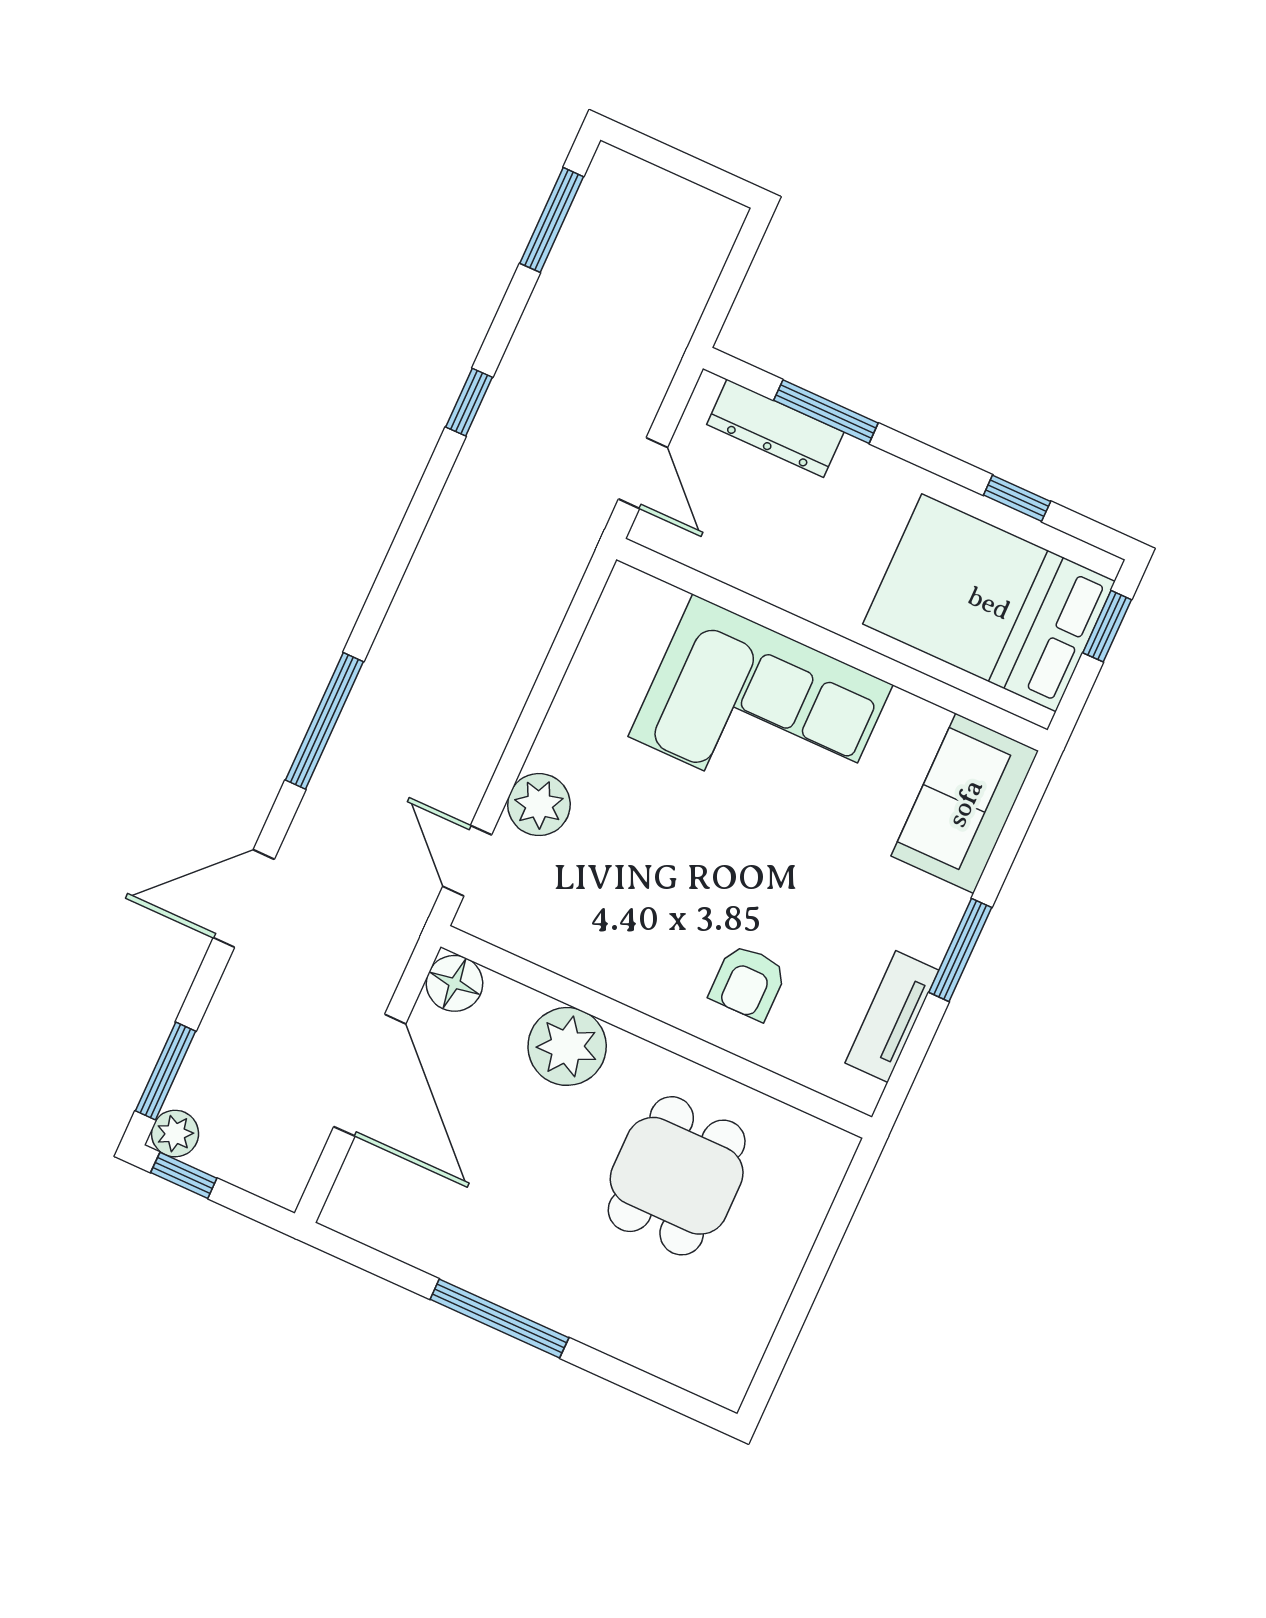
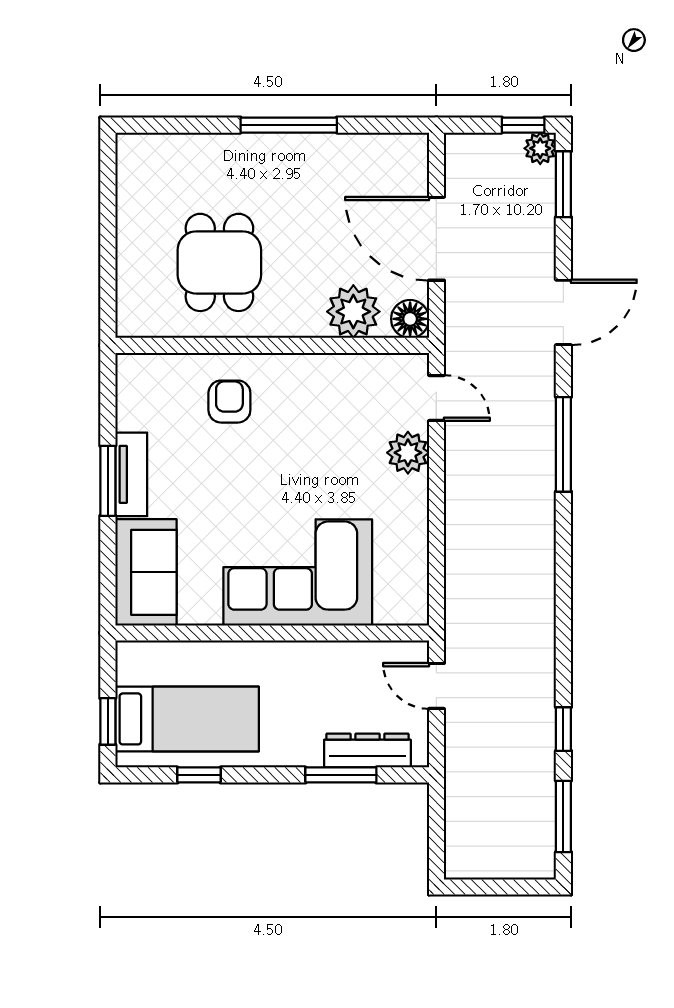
window: (469, 402) -> (563, 729), moved
bed: (989, 603) -> (187, 719), width x0.67
tv unit: (892, 1017) -> (131, 474), moved
plant: (567, 1046) -> (353, 312), moved

